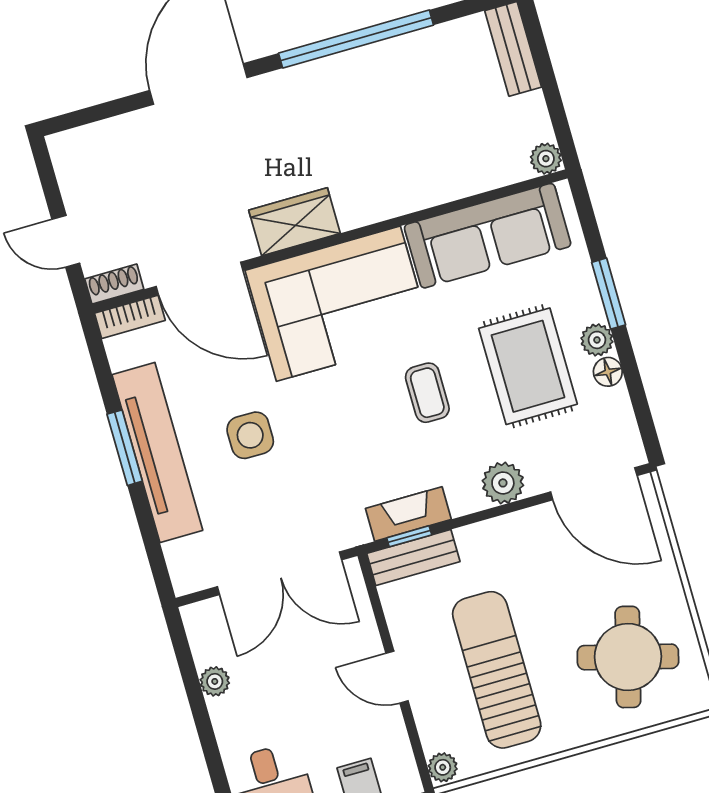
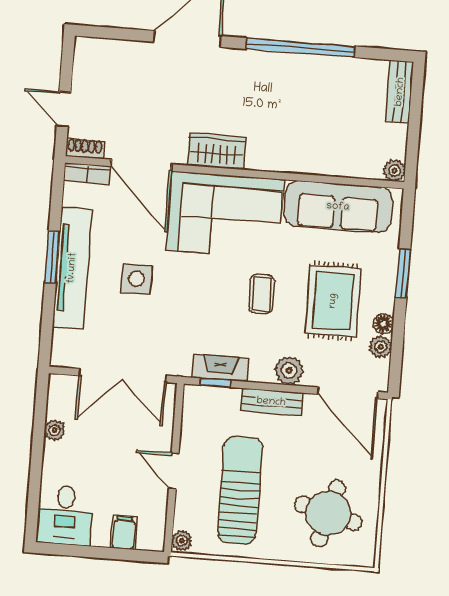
plant: (597, 340) -> (381, 347), moved
bench: (413, 557) -> (271, 402), moved

